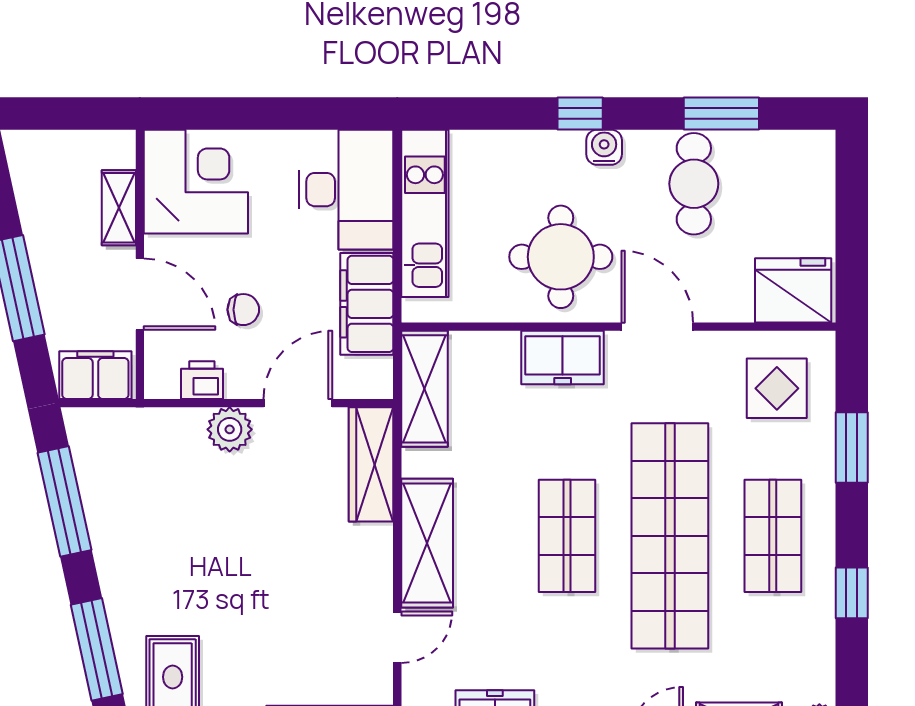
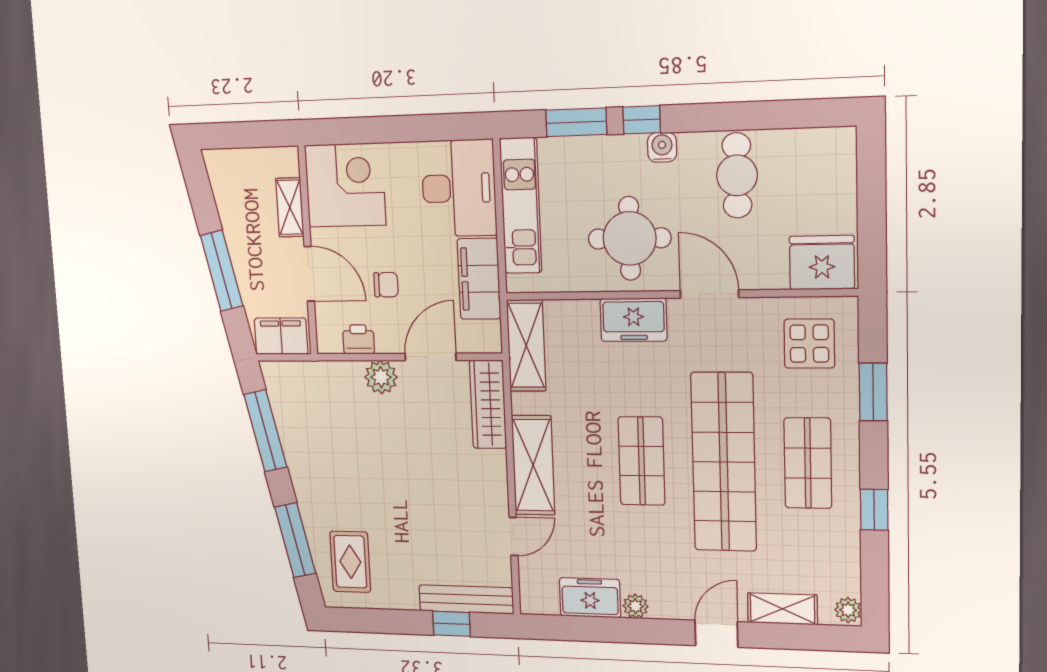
window: (721, 113) -> (576, 122), moved

